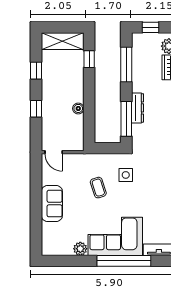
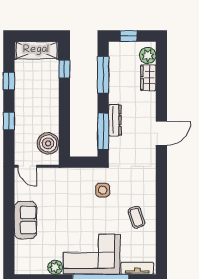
boiler: (78, 108) -> (48, 143), moved, width x1.86, depth x1.86
coffee table: (98, 188) -> (136, 217), moved

